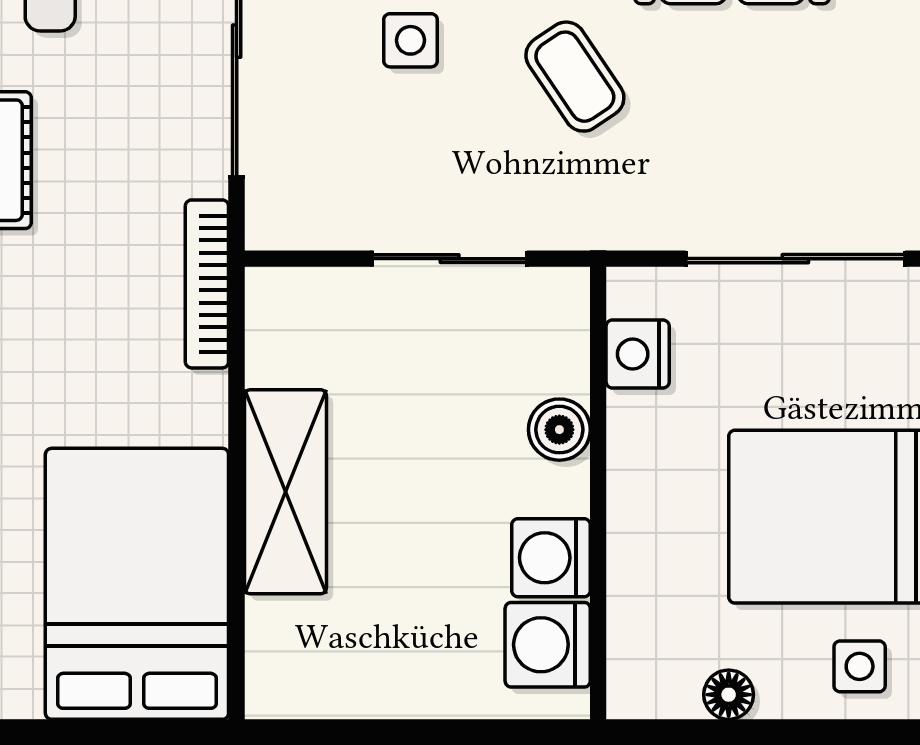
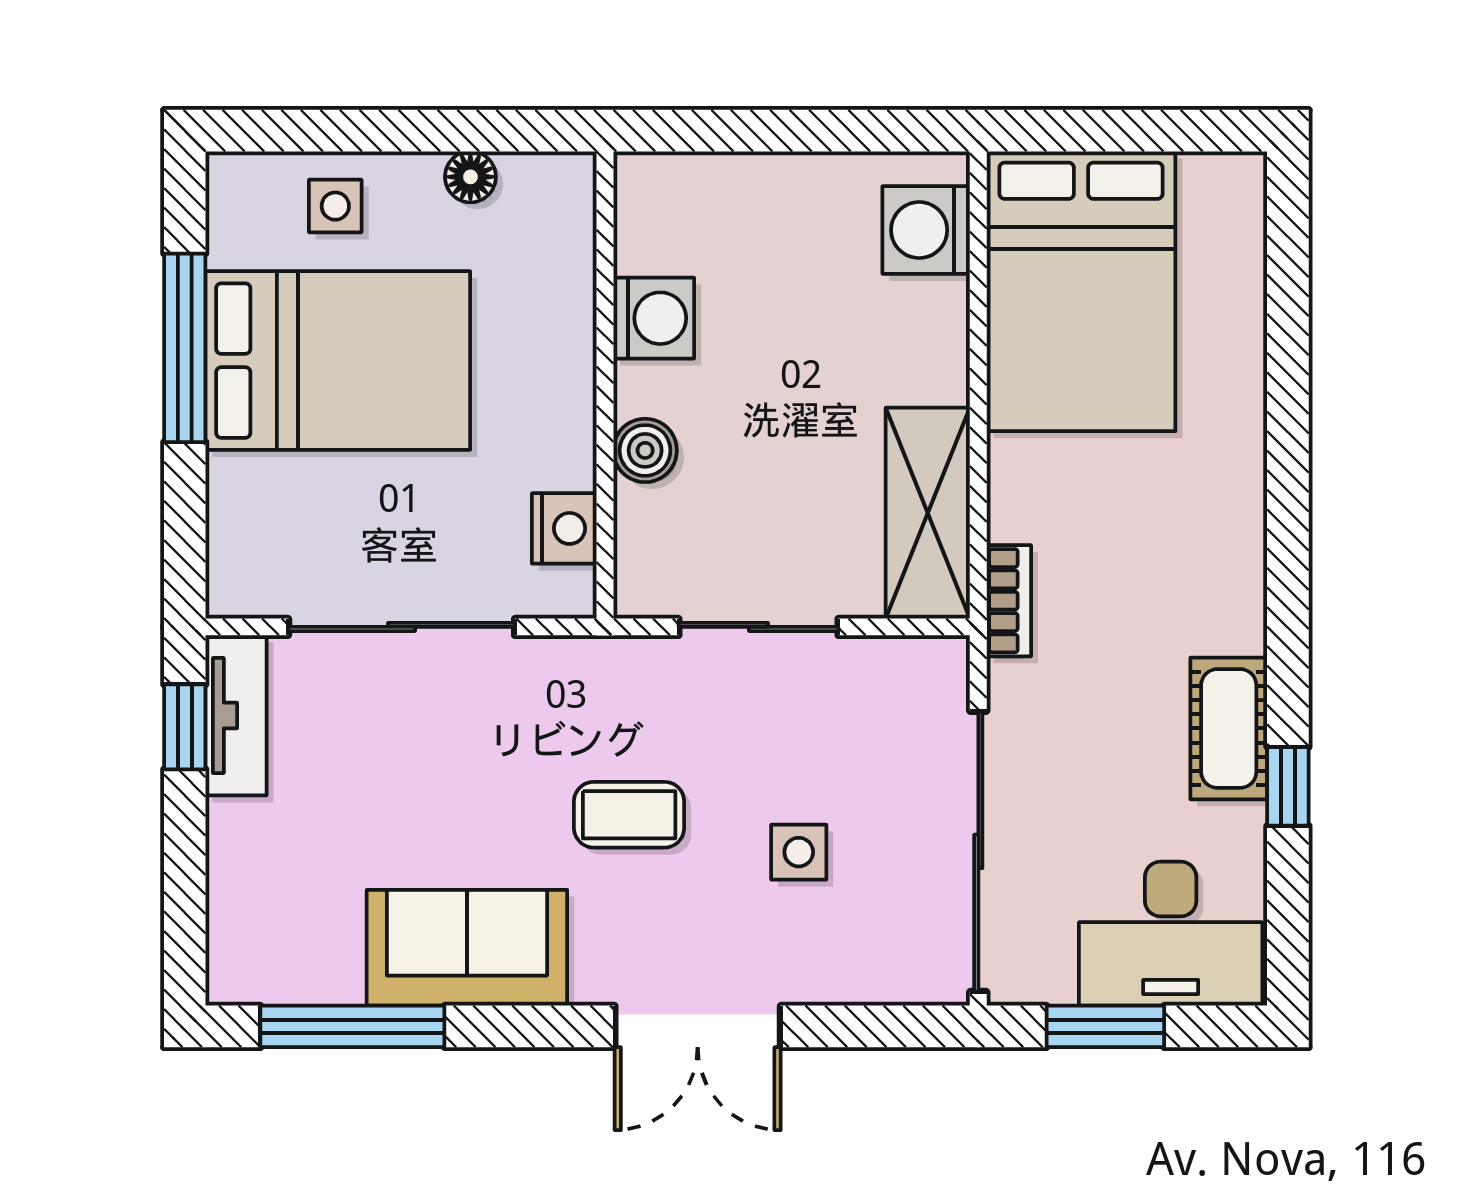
coffee table: (575, 77) -> (629, 815), turned -56
bookcase: (207, 284) -> (1009, 601), width x0.64
shelving: (285, 492) -> (928, 513), moved
washing machine: (548, 645) -> (926, 230), moved, turned 180

